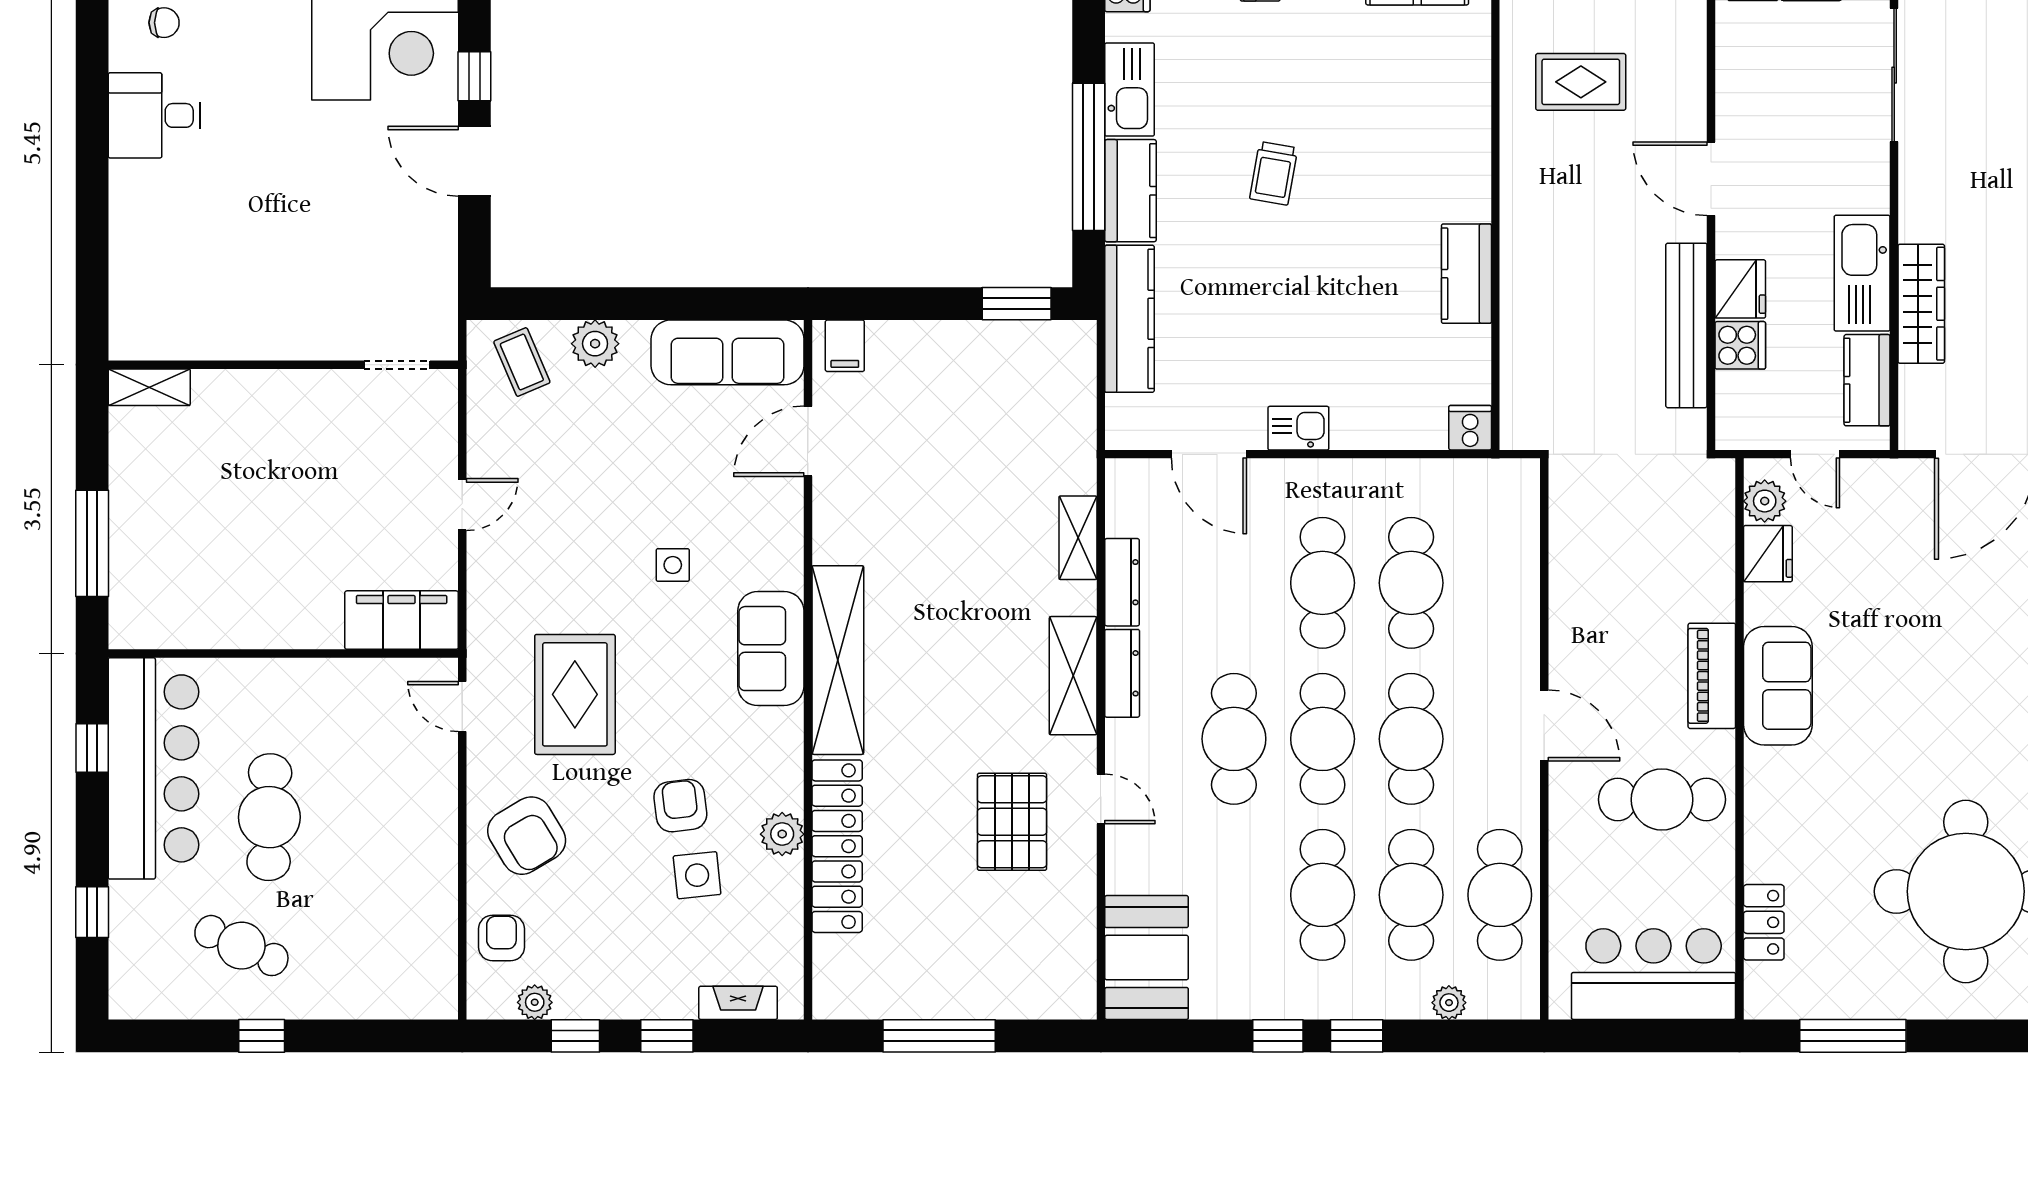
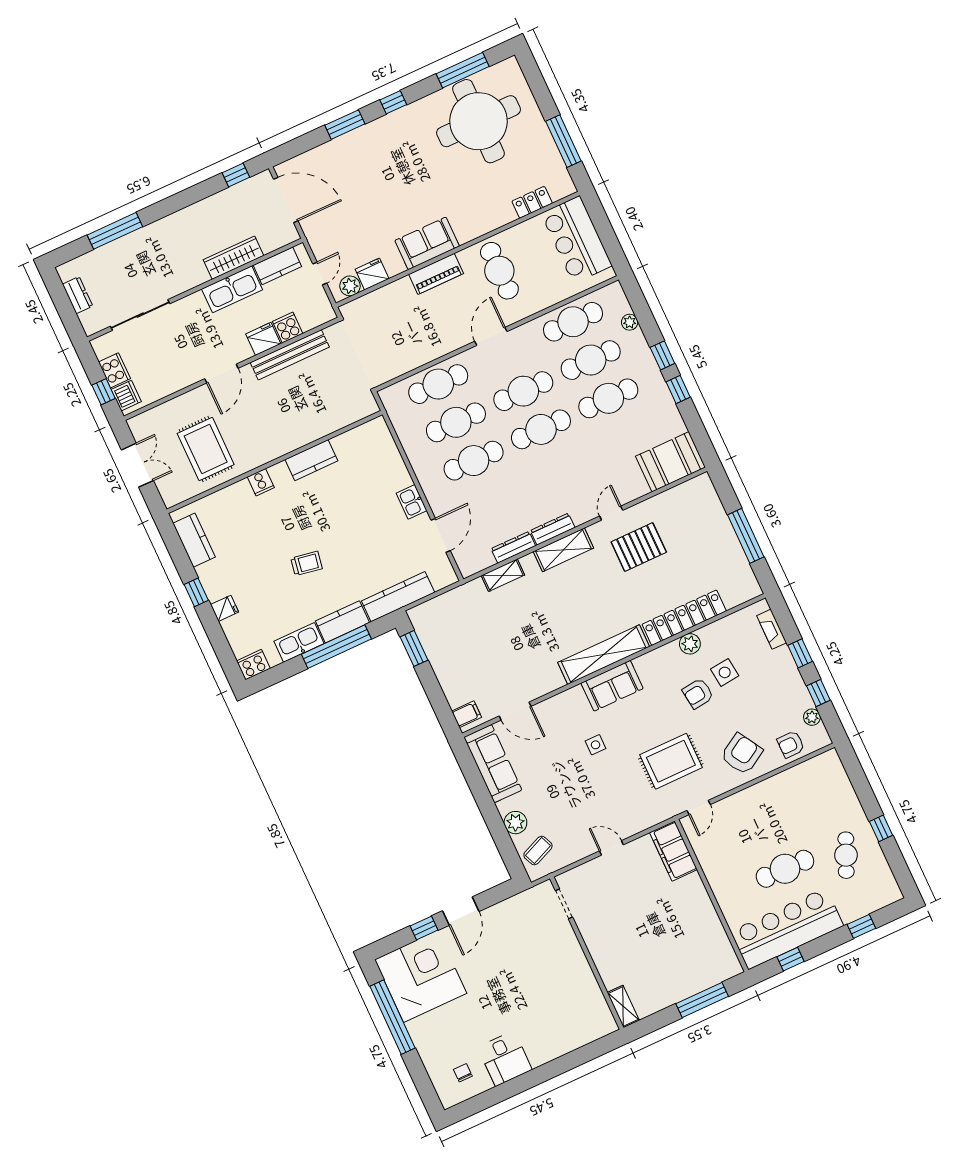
rug: (1581, 82) -> (206, 449), width x1.36, depth x1.43
cooker: (1470, 428) -> (261, 482), moved, turned -90
cafe table: (1234, 739) -> (438, 384), moved

